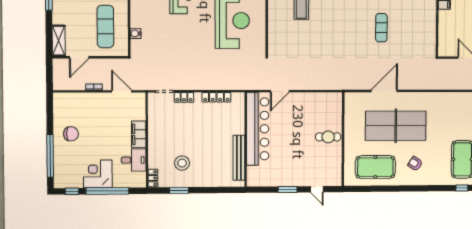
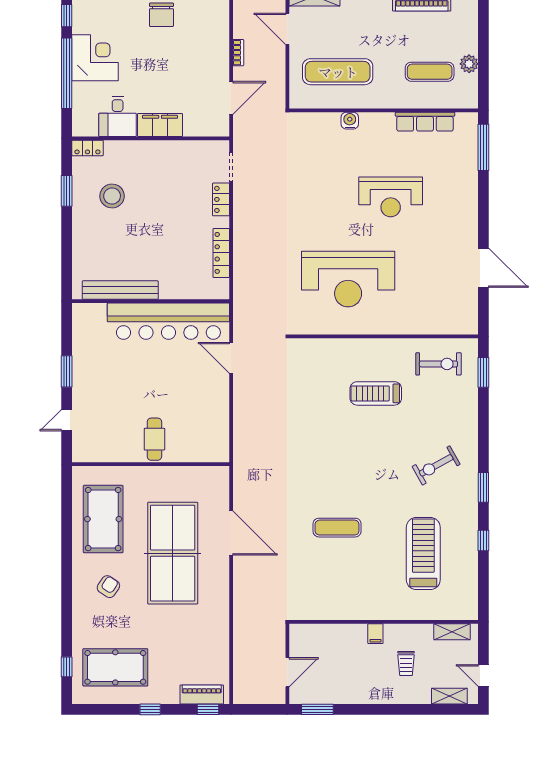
water cooler: (136, 33) -> (350, 121), moved

